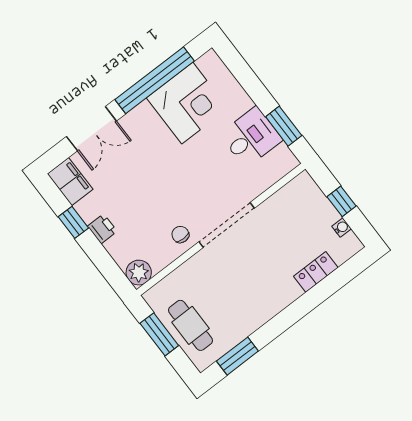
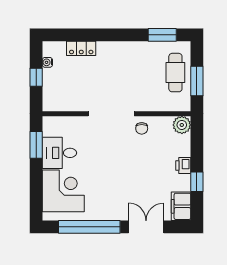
corner desk: (187, 103) -> (63, 191), moved, turned 90

